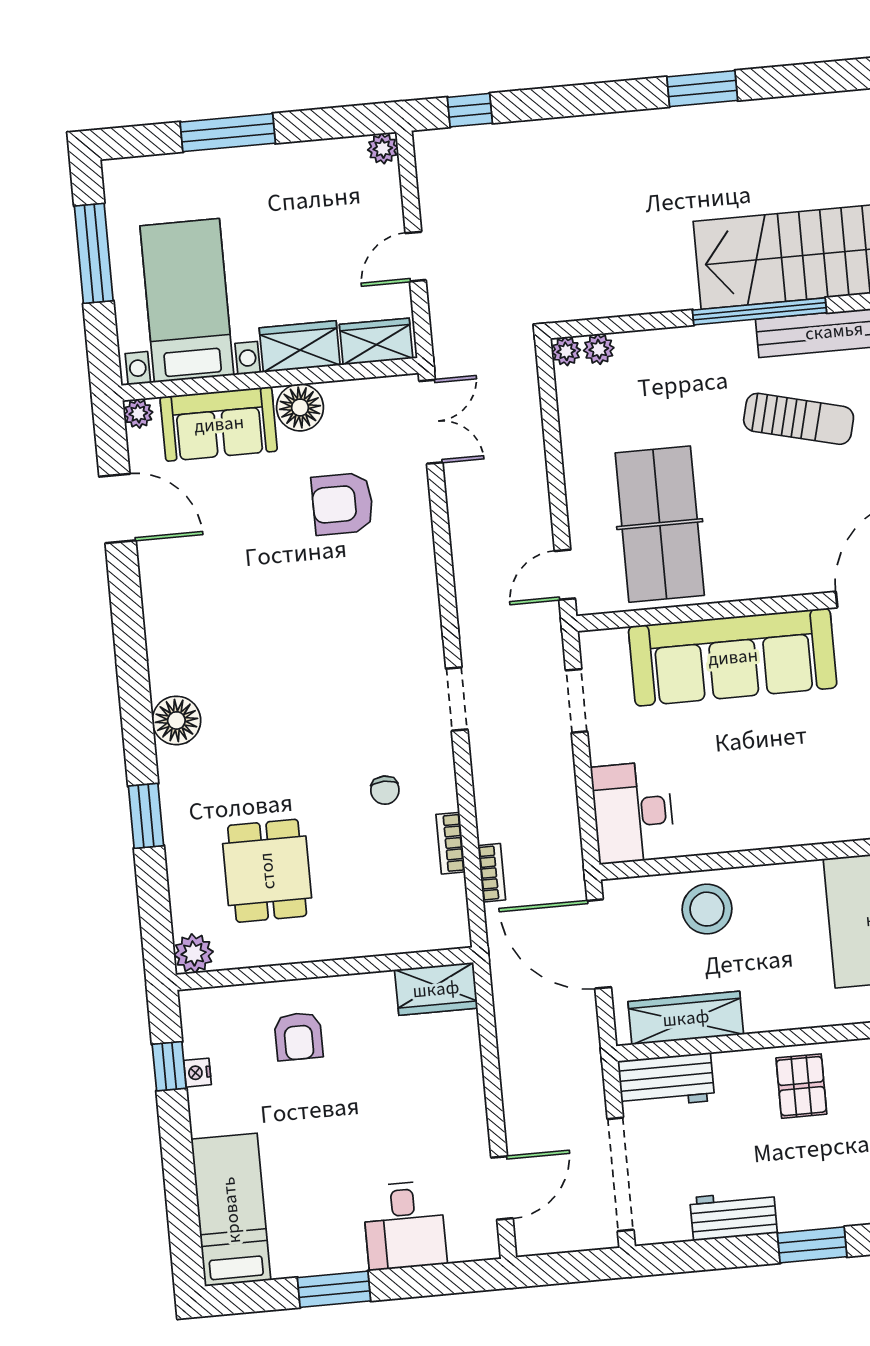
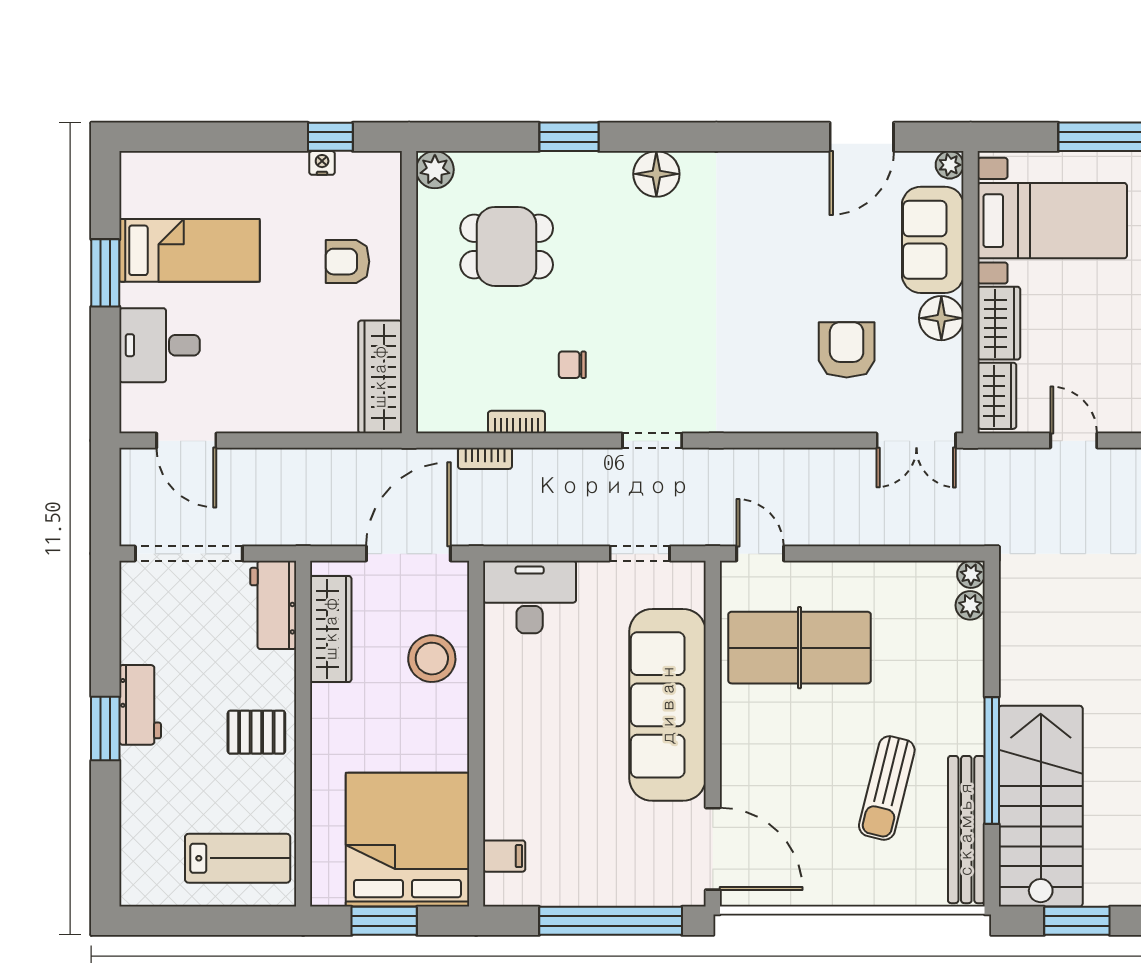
wardrobe: (436, 989) -> (380, 377), width x1.50
bed: (231, 1210) -> (190, 250), moved
workbench: (734, 1215) -> (140, 705), moved

